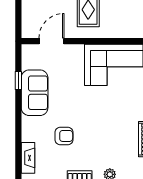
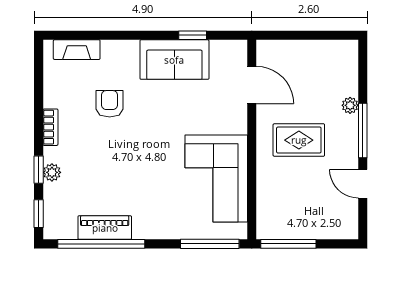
armchair: (64, 136) -> (110, 104), turned 180

